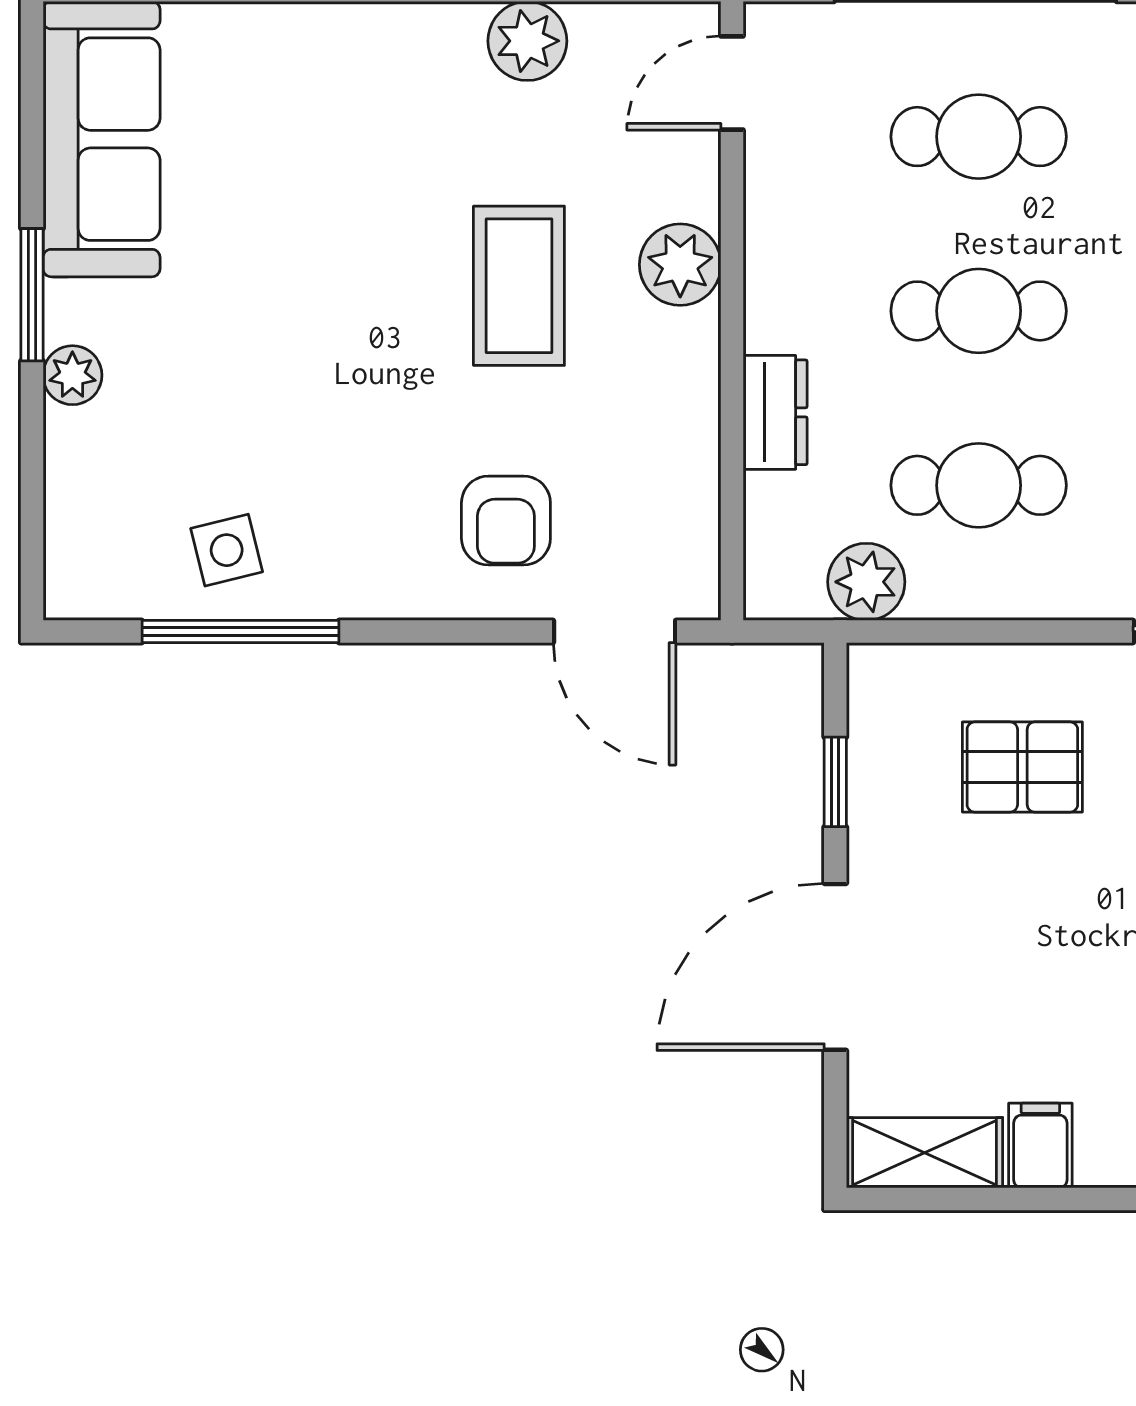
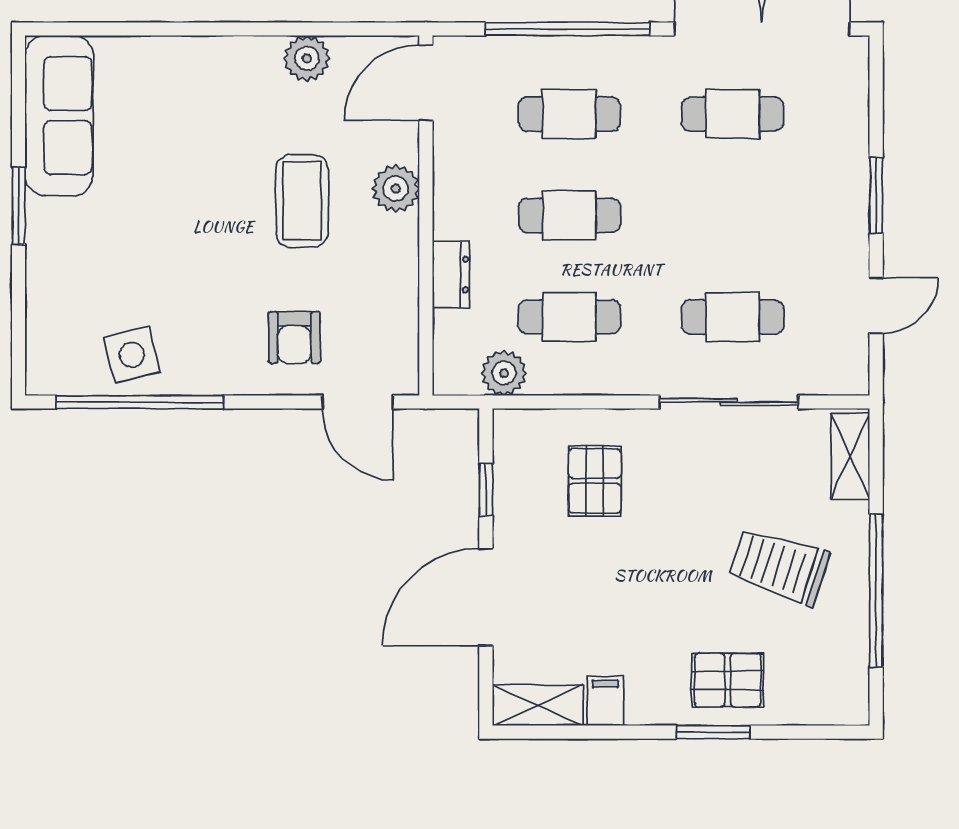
door: (732, 83) -> (426, 83), width x1.38
plant: (72, 375) -> (42, 253), removed
side table: (227, 550) -> (132, 355), width x1.37, depth x1.37
window: (240, 632) -> (140, 402), width x1.46
pallet: (1022, 767) -> (595, 481), turned 90

